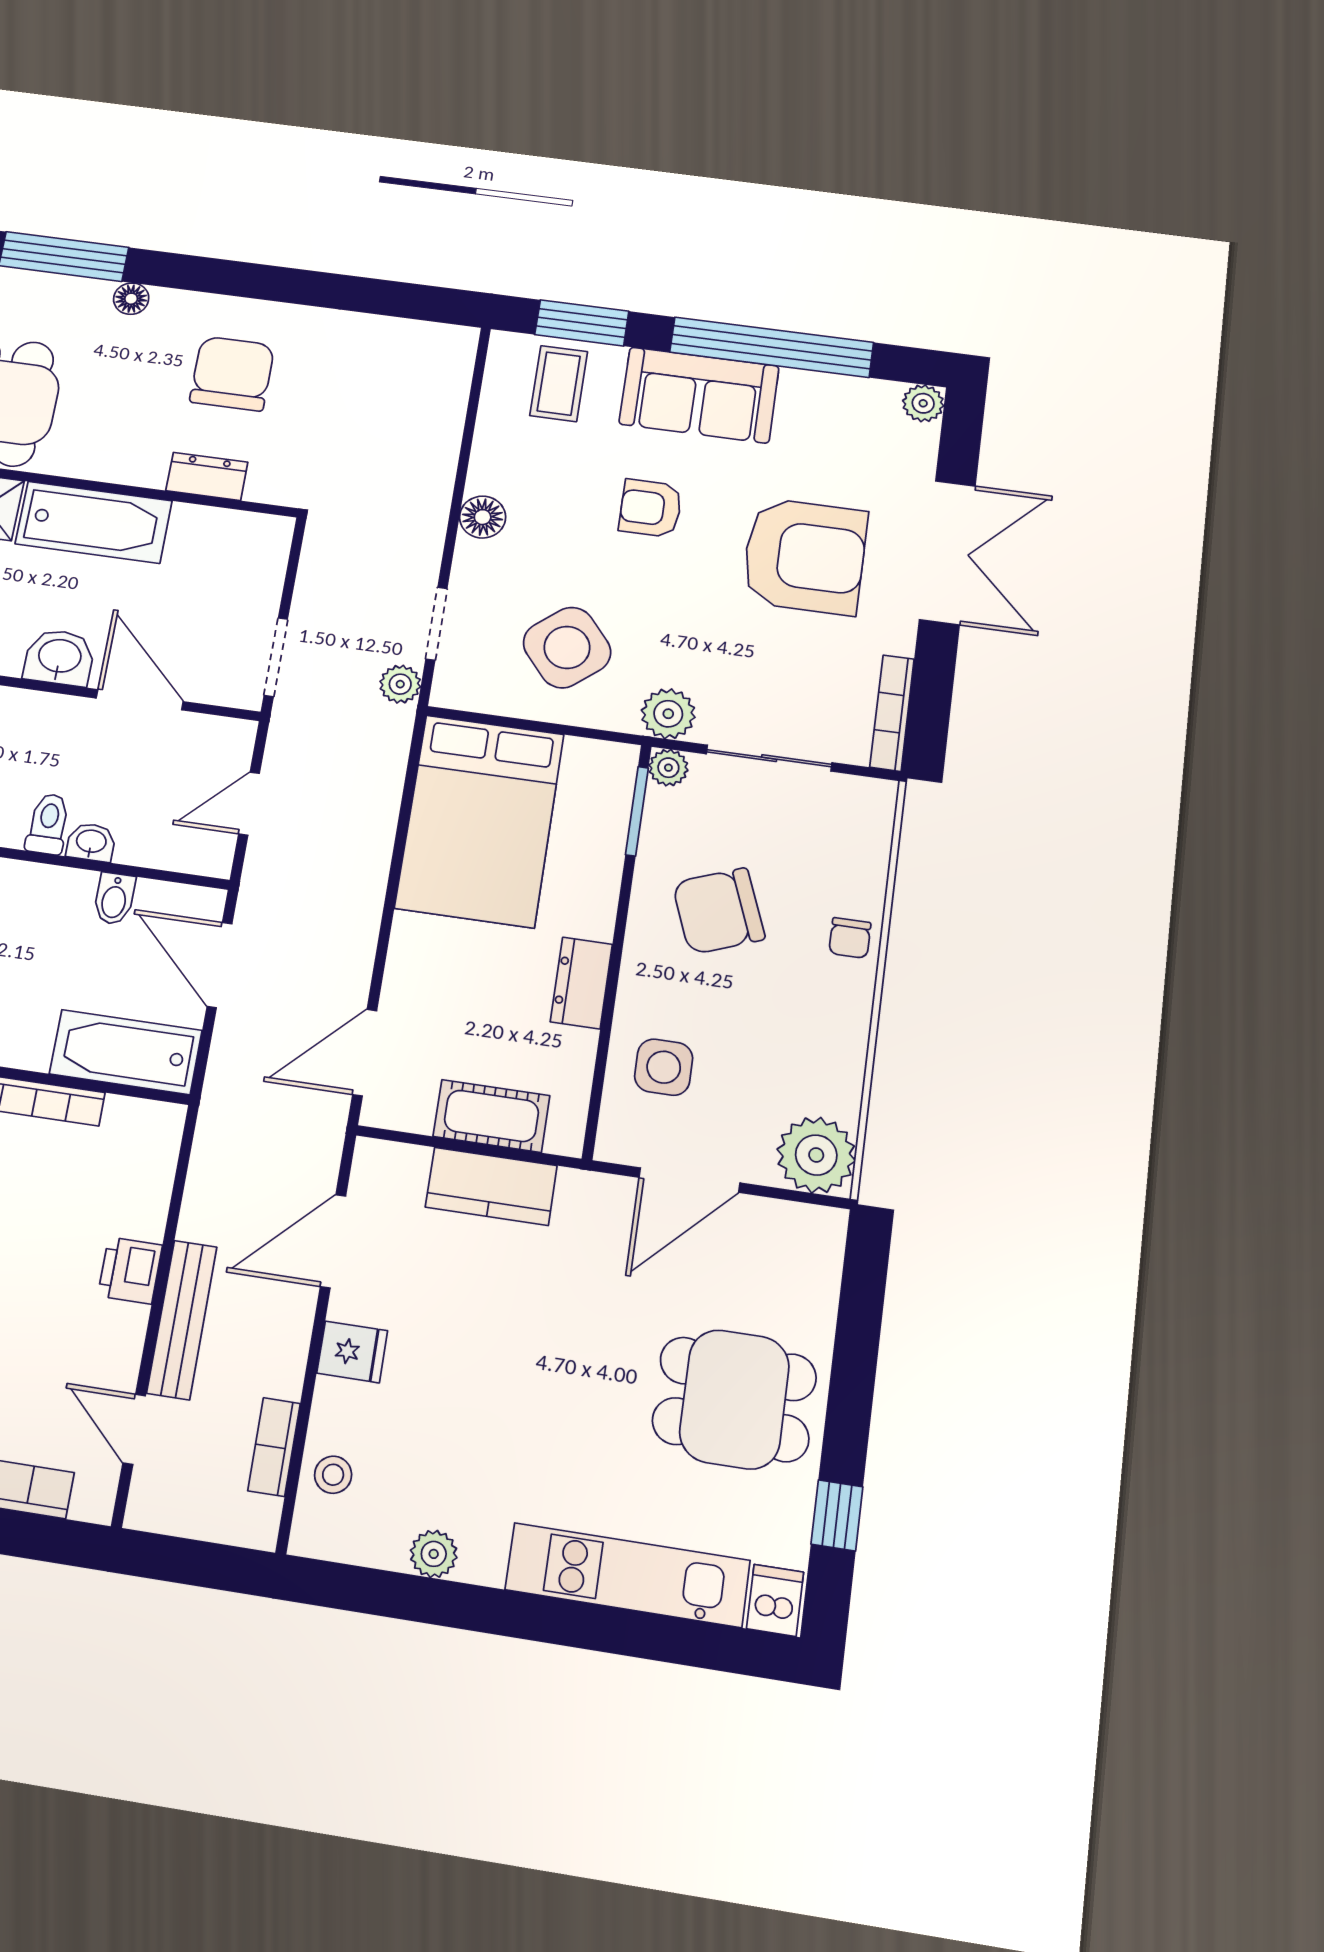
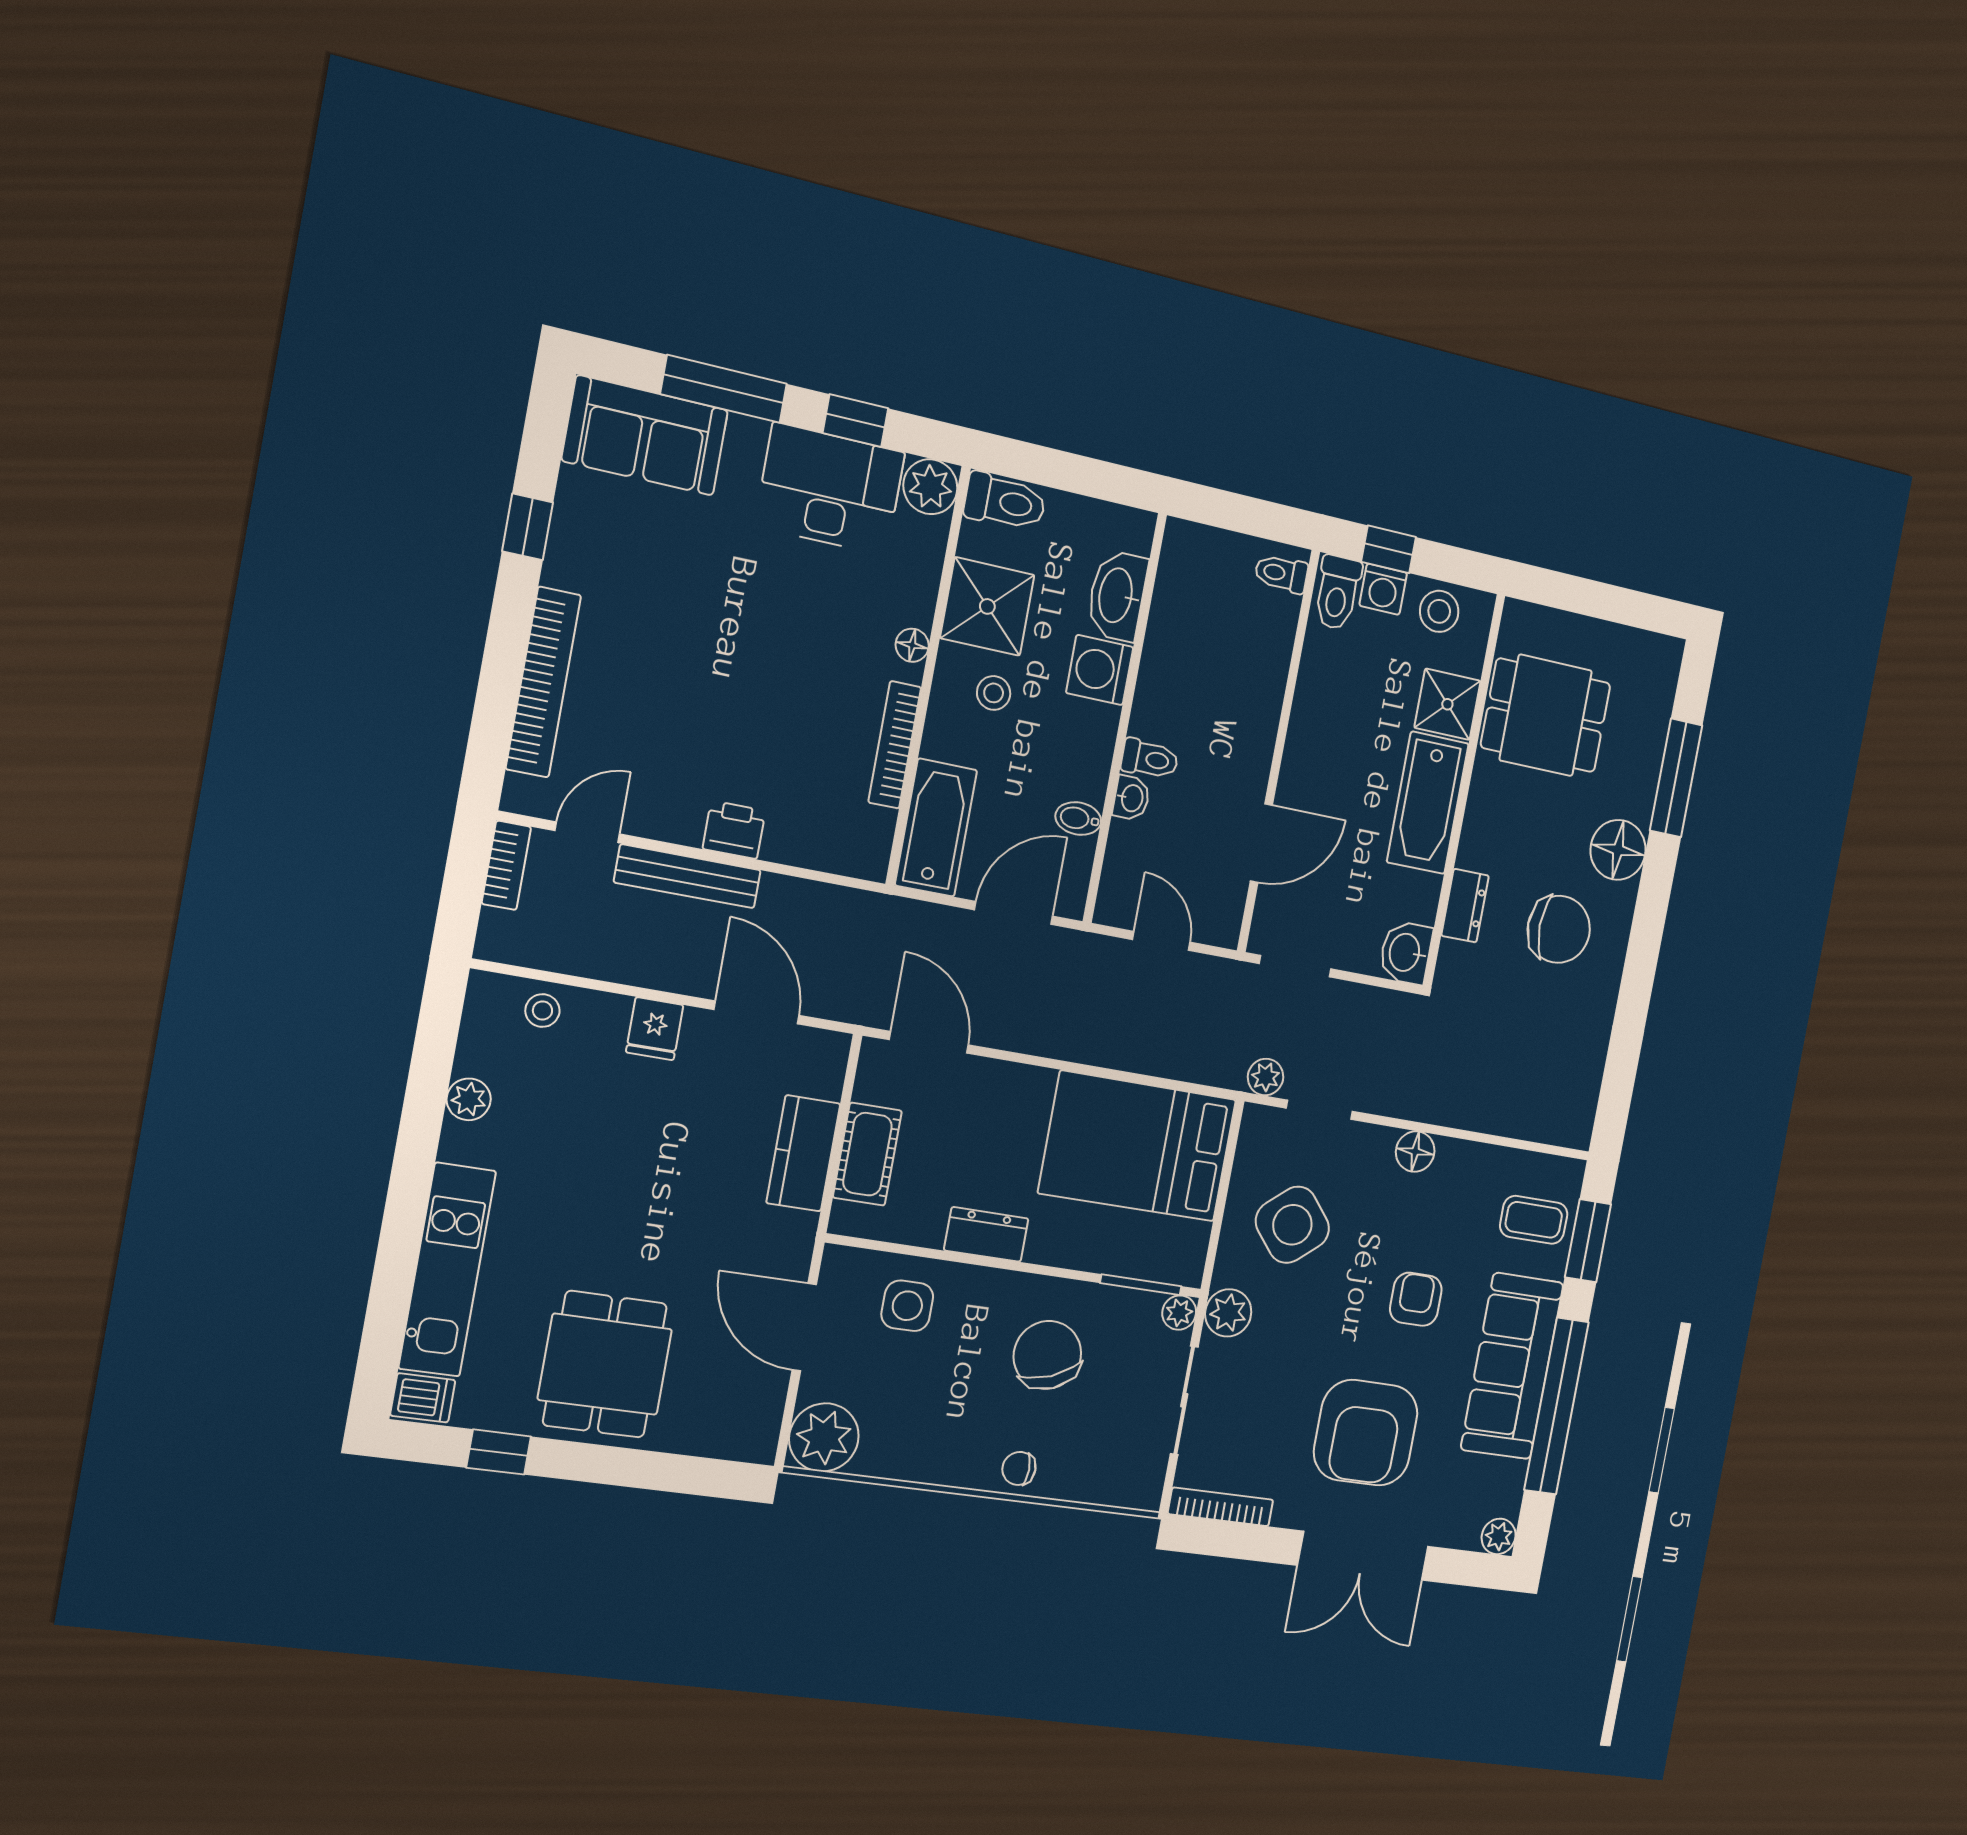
floor lamp: (131, 299) -> (1618, 850), width x1.89, depth x1.89
sofa: (699, 395) -> (1512, 1366), width x1.36
washbasin: (59, 657) -> (1406, 953), moved, turned 180
bookcase: (274, 1447) -> (506, 865), moved, turned 90

